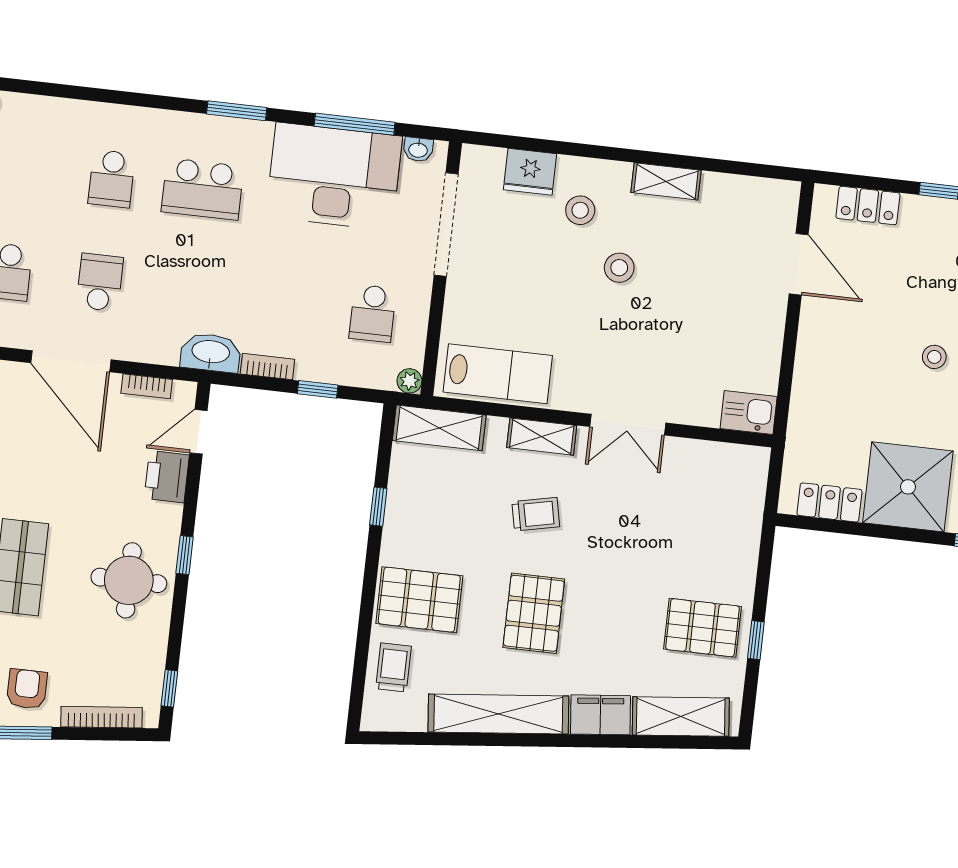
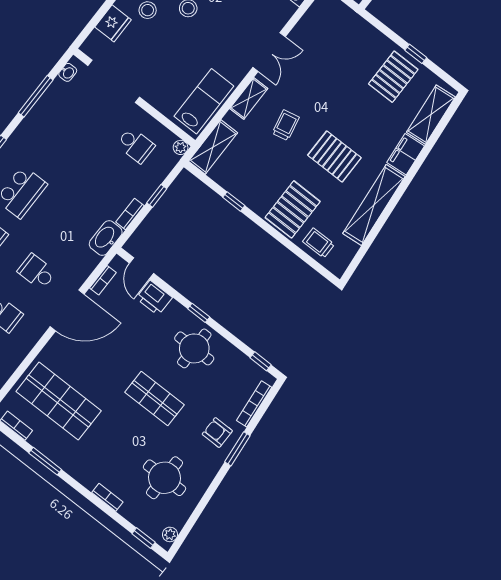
desk: (334, 176) -> (55, 123), removed

